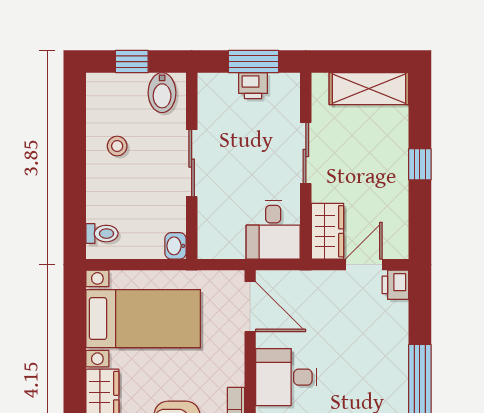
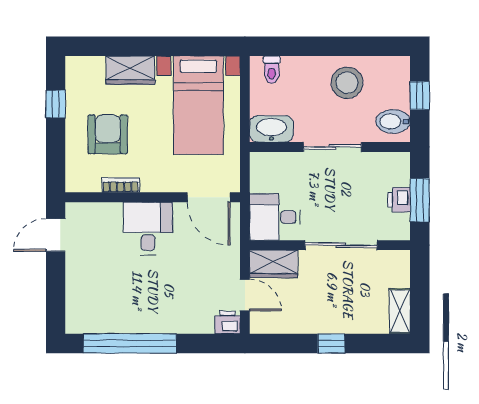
shelving: (369, 89) -> (400, 311), width x0.67, depth x0.75
stool: (117, 146) -> (347, 83), width x1.89, depth x1.89
sliding door: (306, 153) -> (341, 245), width x1.37
washbasin: (175, 246) -> (271, 129), width x1.91, depth x1.45
door: (250, 307) -> (209, 197), hinge flipped

